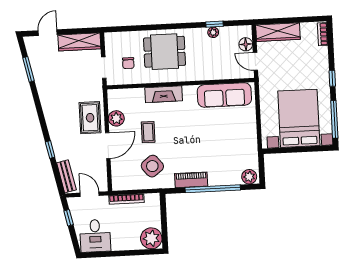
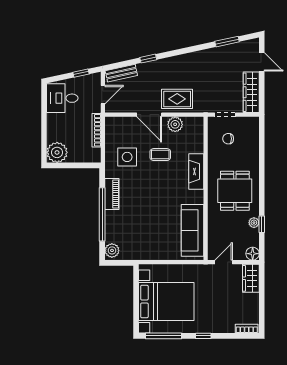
wardrobe: (278, 32) -> (251, 278), width x0.67
floor lamp: (246, 44) -> (253, 254), moved
dining table: (165, 52) -> (235, 191), moved
side table: (152, 166) -> (127, 157), turned 38

